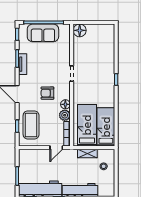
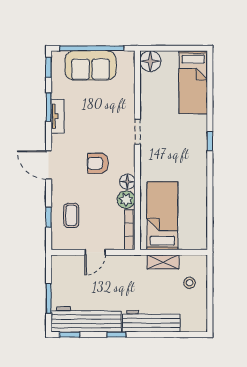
coffee table: (31, 125) -> (71, 215), width x0.54, depth x0.58
bed: (106, 127) -> (193, 82), moved, turned 180
door: (56, 148) -> (95, 252), moved

